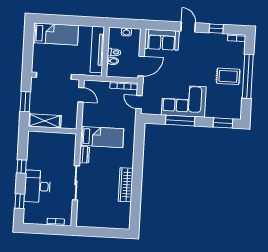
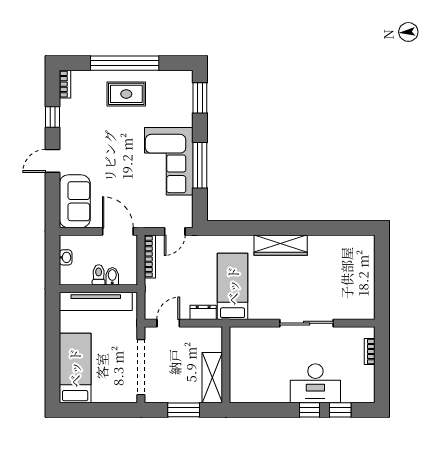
rug: (228, 76) -> (126, 94), turned 90
dresser: (84, 155) -> (203, 312), moved
window: (22, 166) -> (310, 410), moved
wardrobe: (126, 185) -> (281, 245), moved

